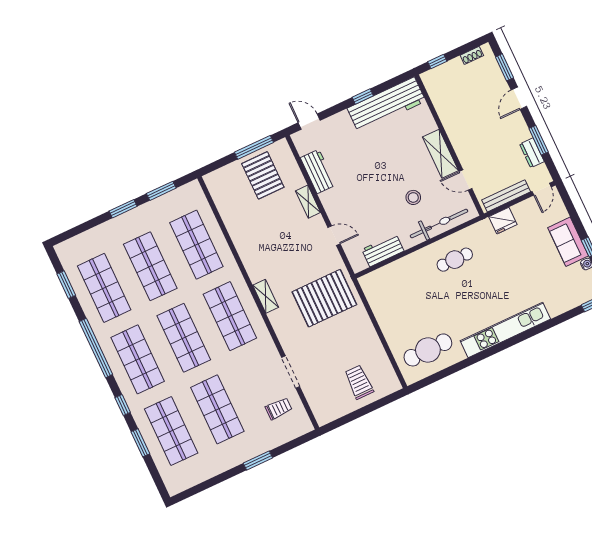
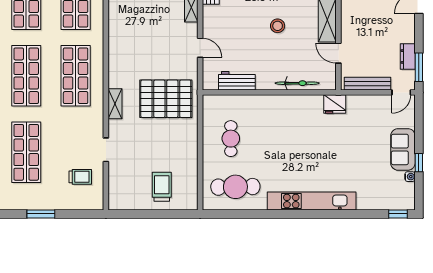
window: (539, 140) -> (419, 67), moved
stool: (413, 197) -> (278, 26), moved
fridge: (503, 221) -> (335, 104), moved
bicycle: (439, 223) -> (297, 83), width x0.73, depth x0.71
cafe table: (455, 260) -> (231, 139), moved, turned 90
shelving: (266, 296) -> (115, 104), moved
doorway: (291, 372) -> (106, 150), width x0.73

